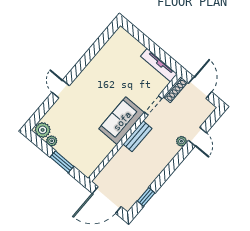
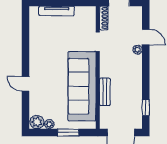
tv unit: (159, 65) -> (57, 11), moved
sofa: (122, 121) -> (82, 86), width x1.85, depth x1.27
bench: (138, 136) -> (105, 92), moved

